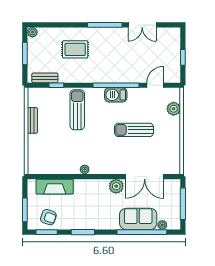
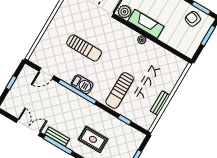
bench: (45, 78) -> (57, 137), moved
plant: (174, 109) -> (43, 46), removed
fireplace: (55, 187) -> (146, 24), moved

